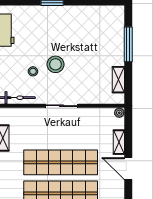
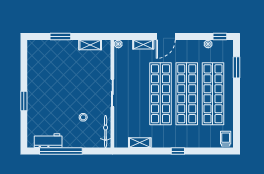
window: (128, 44) -> (60, 36), width x0.69
stool: (56, 64) -> (77, 98), removed

